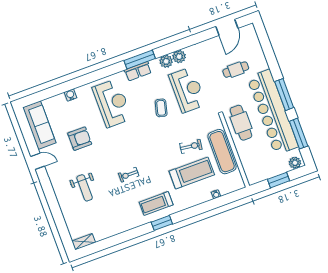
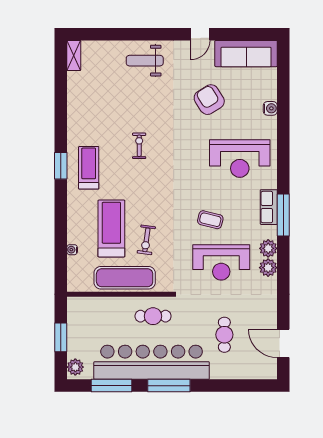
cafe table: (241, 123) -> (153, 316), width x0.73, depth x0.74
armchair: (80, 139) -> (209, 100), turned 148
treadmill: (192, 173) -> (111, 228), turned 180
weight bench: (85, 188) -> (145, 61), moved

